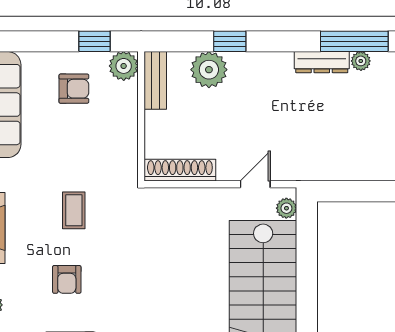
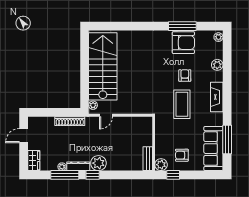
window: (230, 41) -> (93, 175), moved
plant: (209, 70) -> (98, 163), moved
shoe rack: (180, 170) -> (70, 121), moved
coffee table: (74, 210) -> (182, 104), width x1.86, depth x1.72

